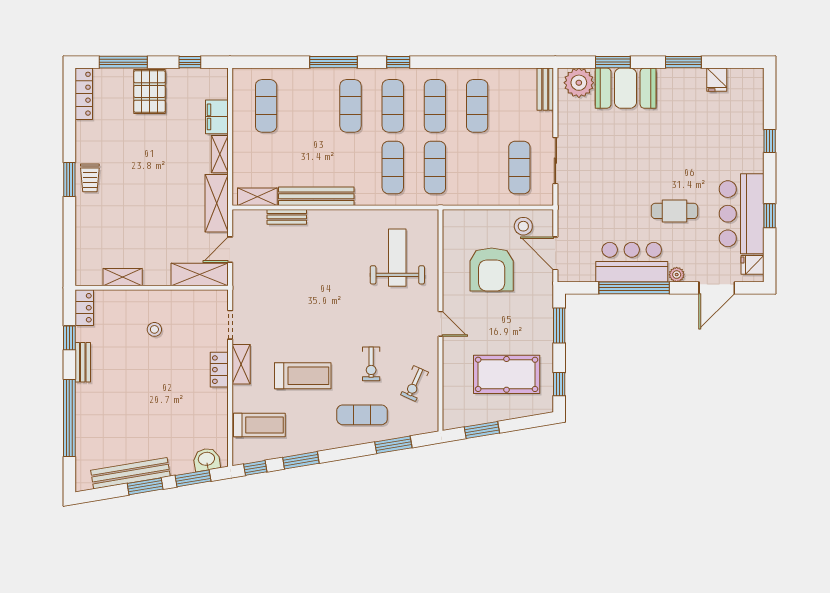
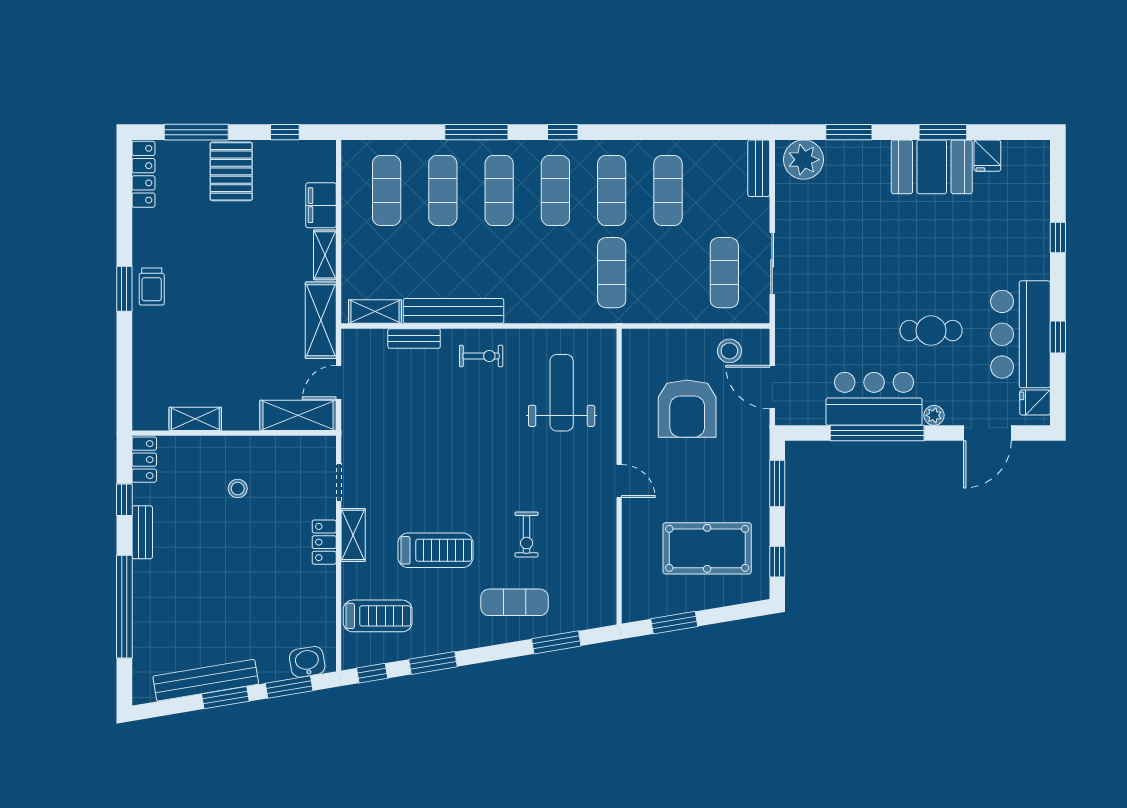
booth: (626, 88) -> (932, 167), moved
exercise mat: (393, 168) -> (443, 191), moved
exercise bike: (415, 383) -> (481, 356), moved, turned -114

